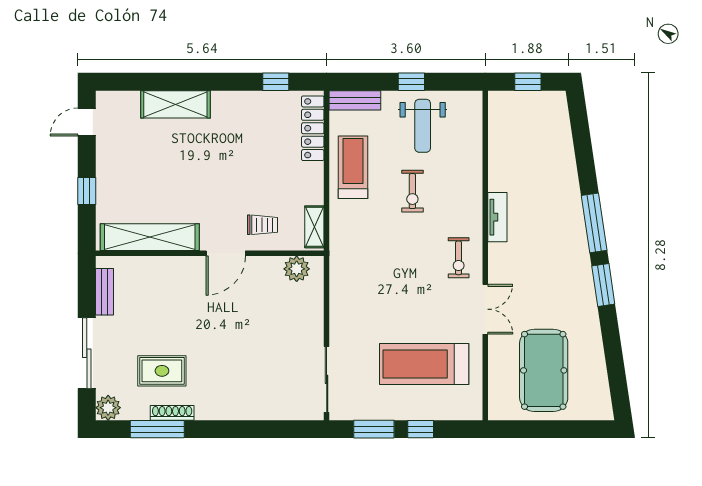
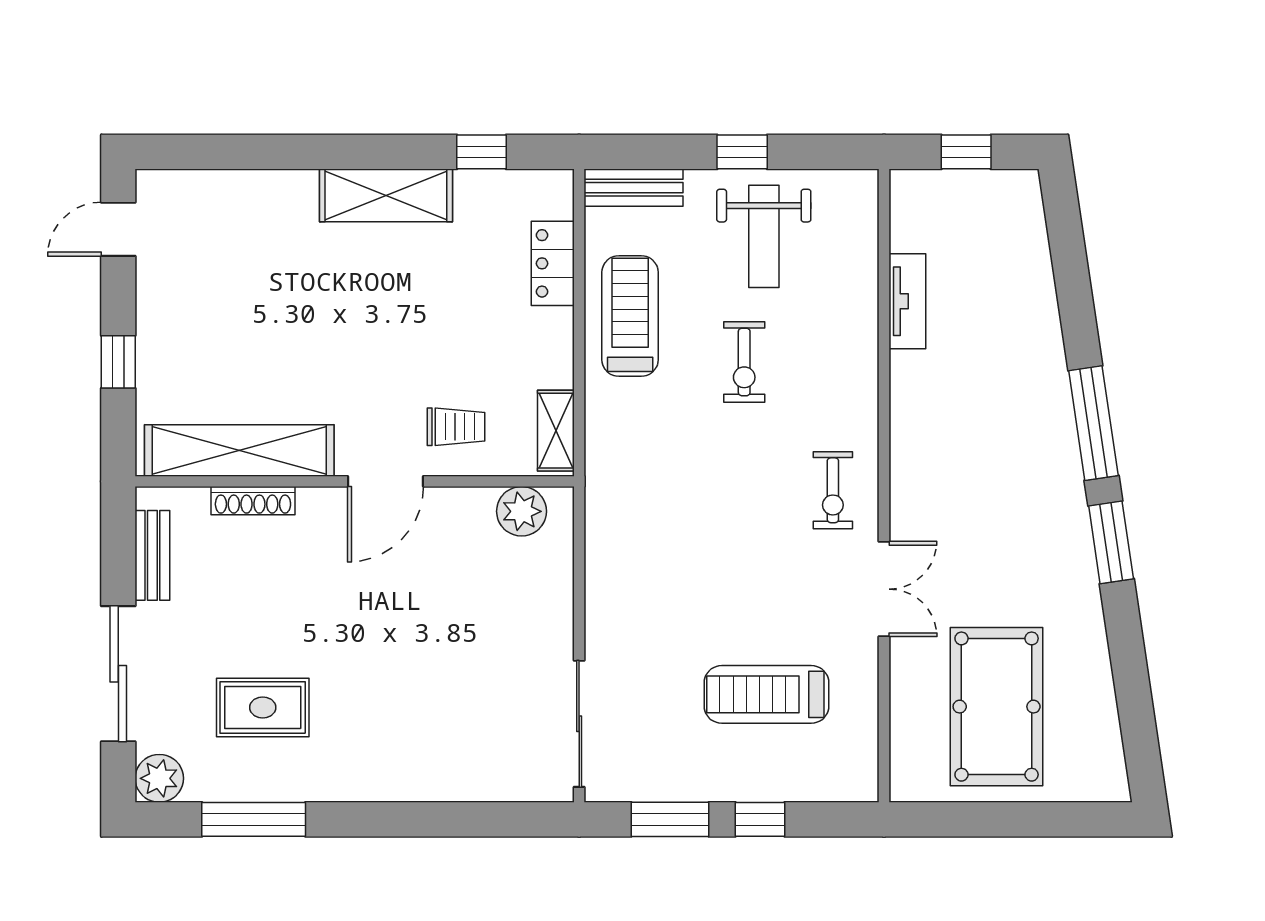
shelving: (175, 104) -> (386, 195), moved
locker: (313, 128) -> (553, 263), width x0.66
tv unit: (497, 217) -> (907, 301), moved
treadmill: (424, 364) -> (767, 694), width x0.73, depth x0.73
shoe rack: (172, 413) -> (253, 501), moved, turned 180

